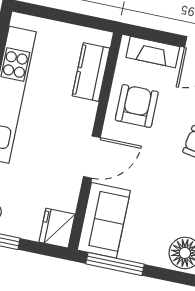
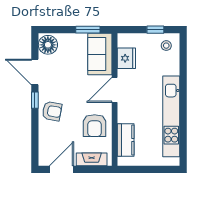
fridge: (57, 228) -> (126, 58), moved
window: (115, 264) -> (88, 30), width x0.69

